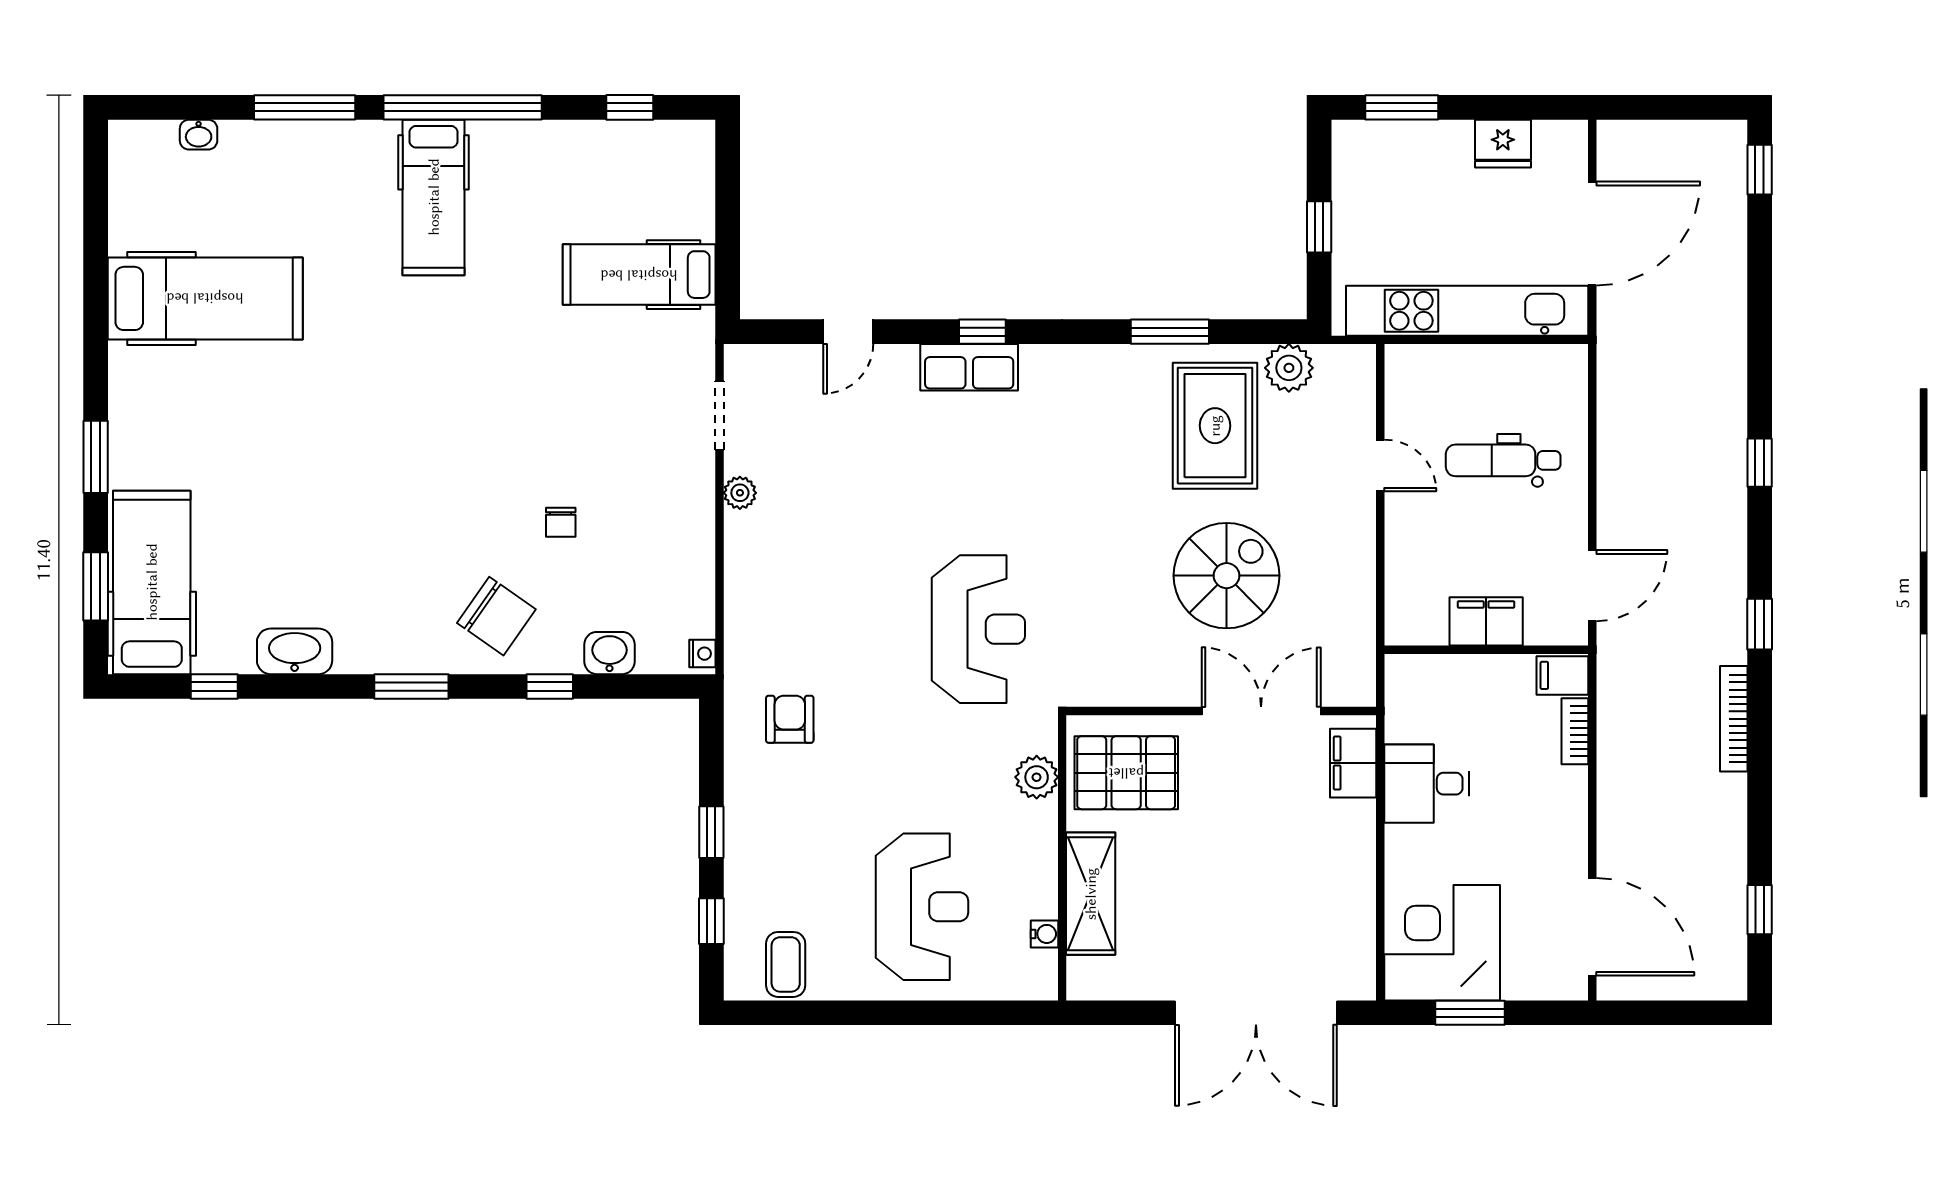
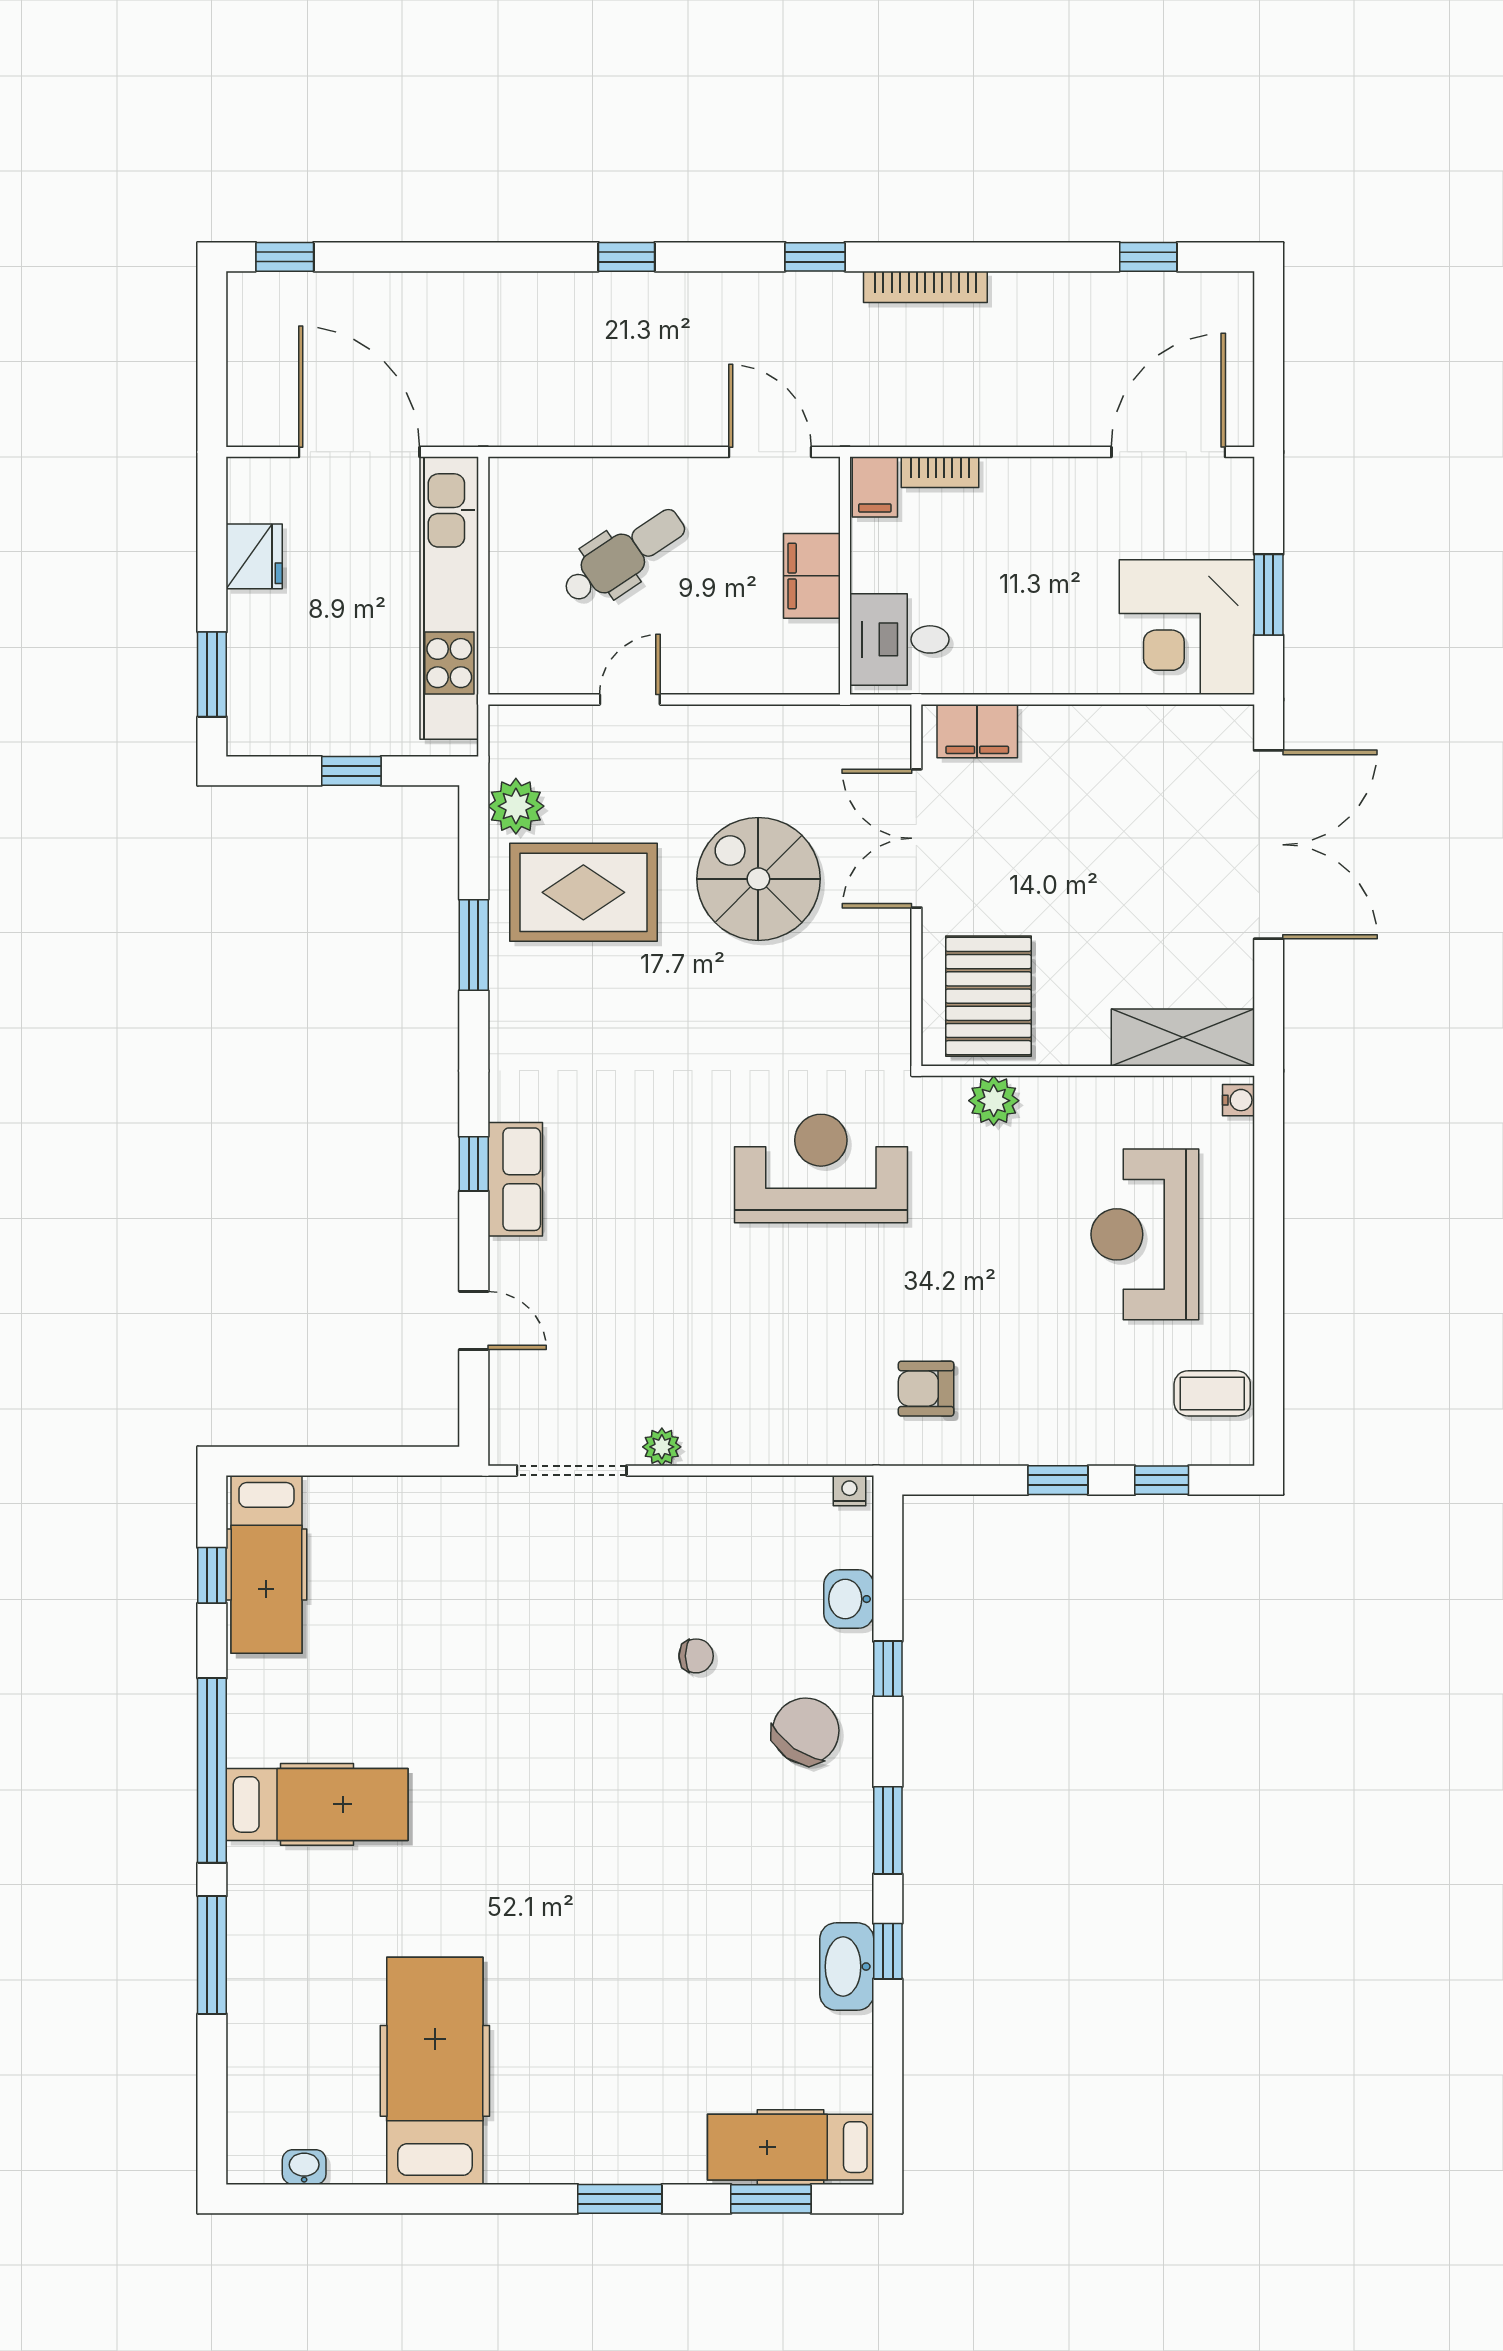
washbasin: (199, 135) -> (304, 2167), moved, turned -90
hospital bed: (639, 275) -> (266, 1564), moved
doorway: (720, 416) -> (572, 1471), width x1.38
dental chair: (1503, 460) -> (624, 556), turned -124
hospital bed: (152, 582) -> (791, 2147), width x0.73, depth x0.78
window: (214, 686) -> (888, 1951), moved
desk: (1427, 784) -> (899, 639), moved, turned 90
shelving: (1091, 894) -> (1183, 1037), moved
reception desk: (922, 907) -> (1145, 1234), turned -90
water cooler: (1044, 934) -> (1239, 1100), moved, turned 90

